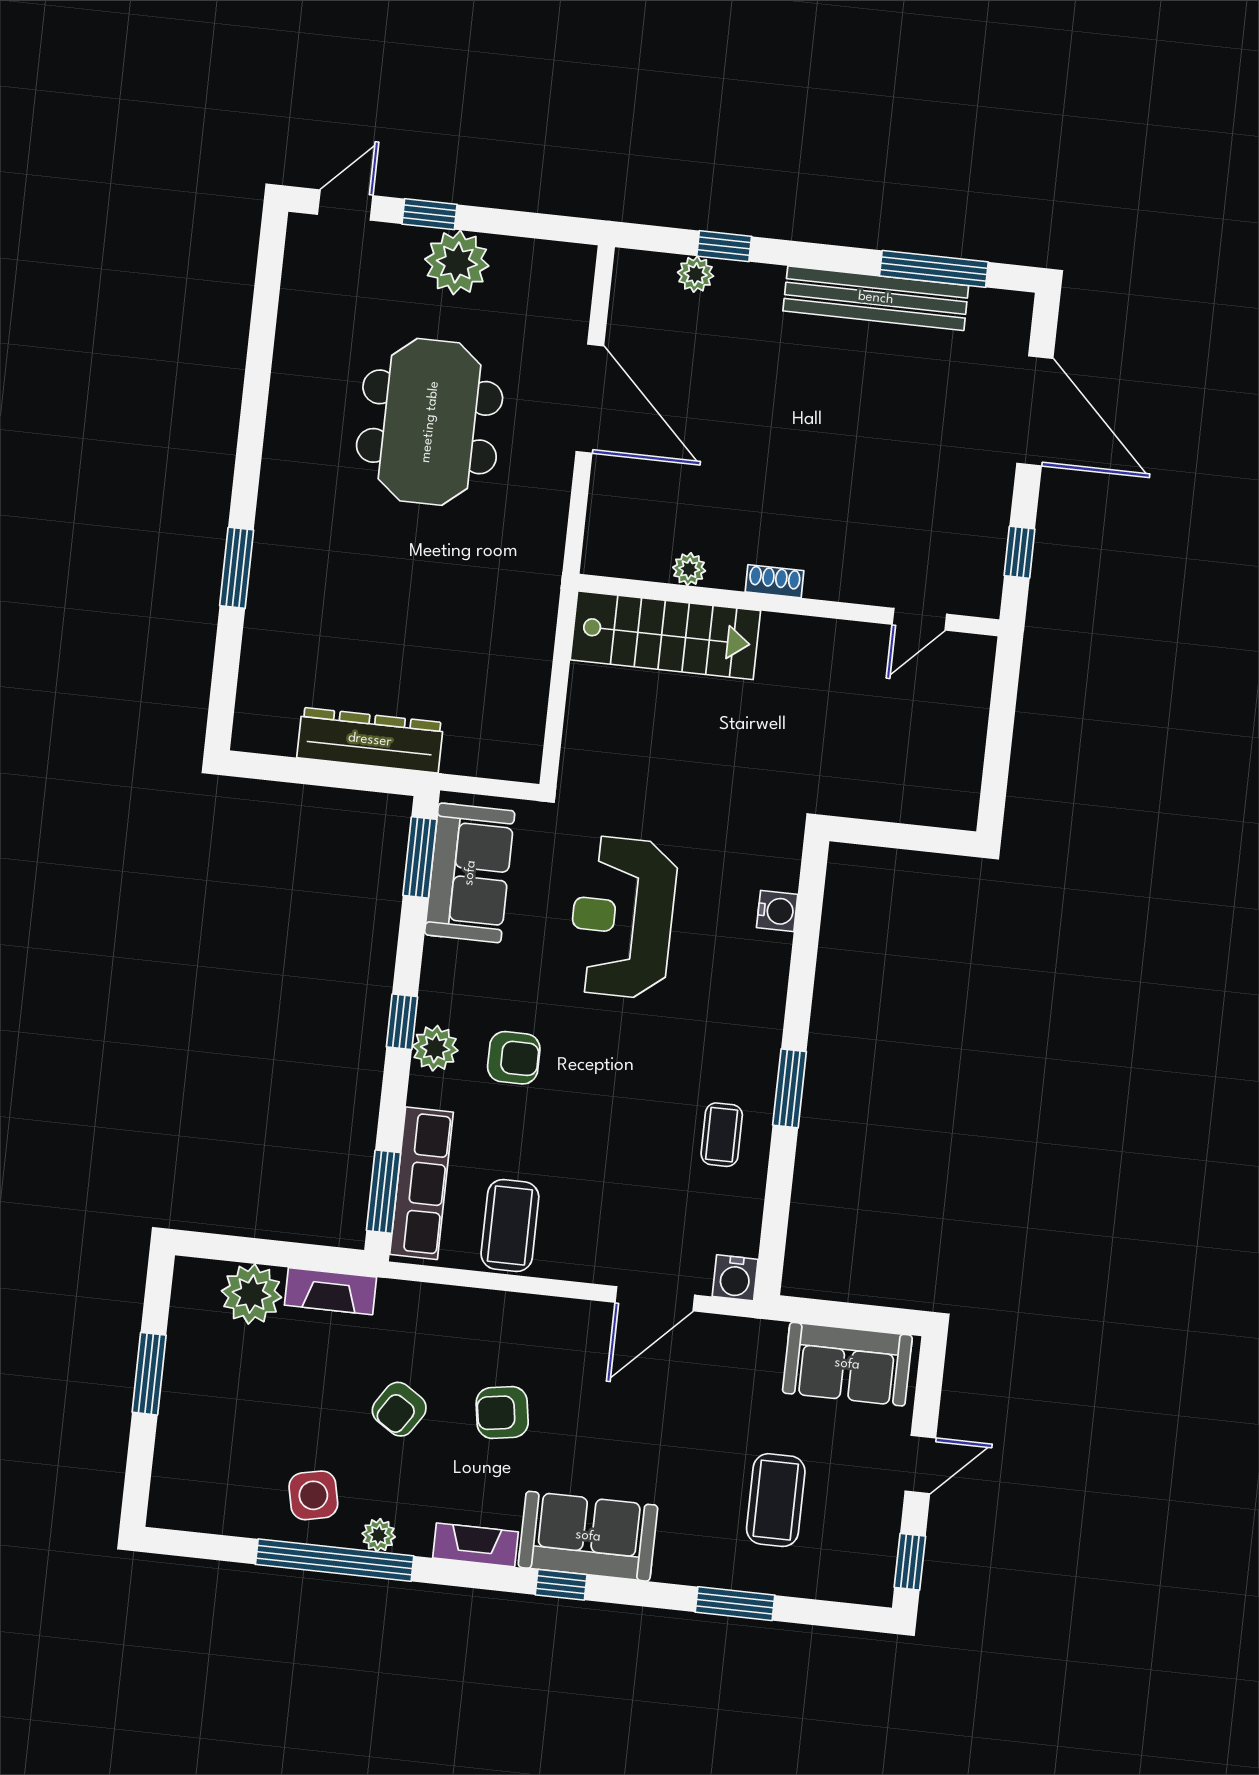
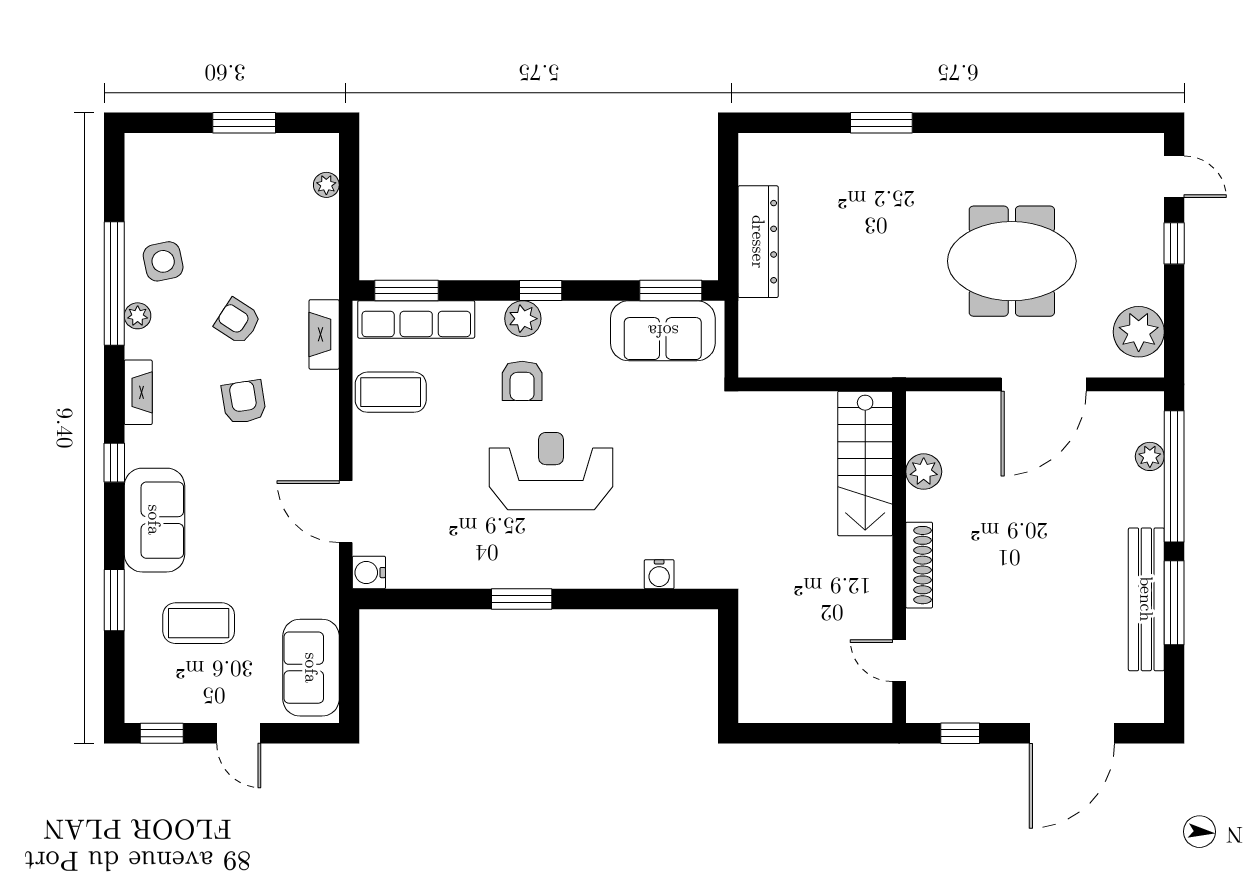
window: (724, 246) -> (1174, 476), width x3.17
plant: (457, 263) -> (1139, 332), moved
window: (934, 269) -> (1174, 603), moved
plant: (689, 569) -> (924, 472), width x1.38, depth x1.38
shoe rack: (775, 581) -> (919, 565), width x1.94, depth x1.24
reception desk: (622, 917) -> (551, 471), moved
coffee table: (722, 1135) -> (480, 550), removed
fireplace: (330, 1291) -> (324, 334), moved
plant: (252, 1294) -> (326, 185), width x0.53, depth x0.53
sofa: (588, 1536) -> (154, 520), moved

